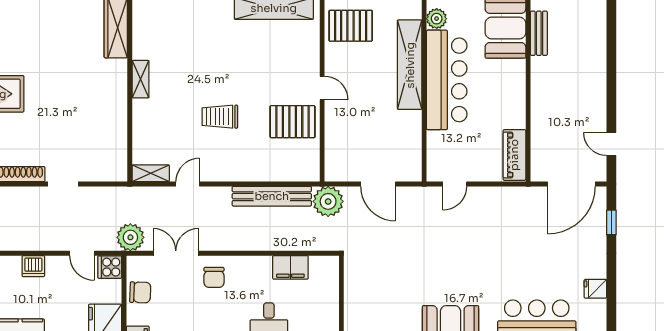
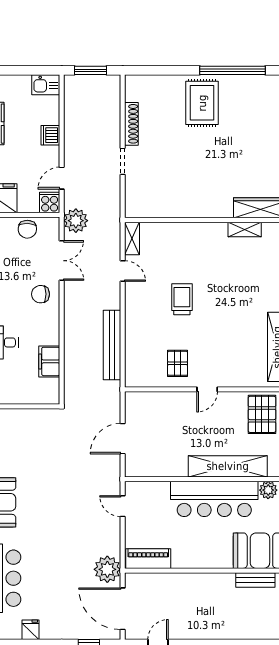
shelving: (140, 79) -> (245, 229), moved
pallet: (293, 122) -> (178, 363), width x0.67, depth x0.71
plant: (328, 201) -> (107, 569), moved

